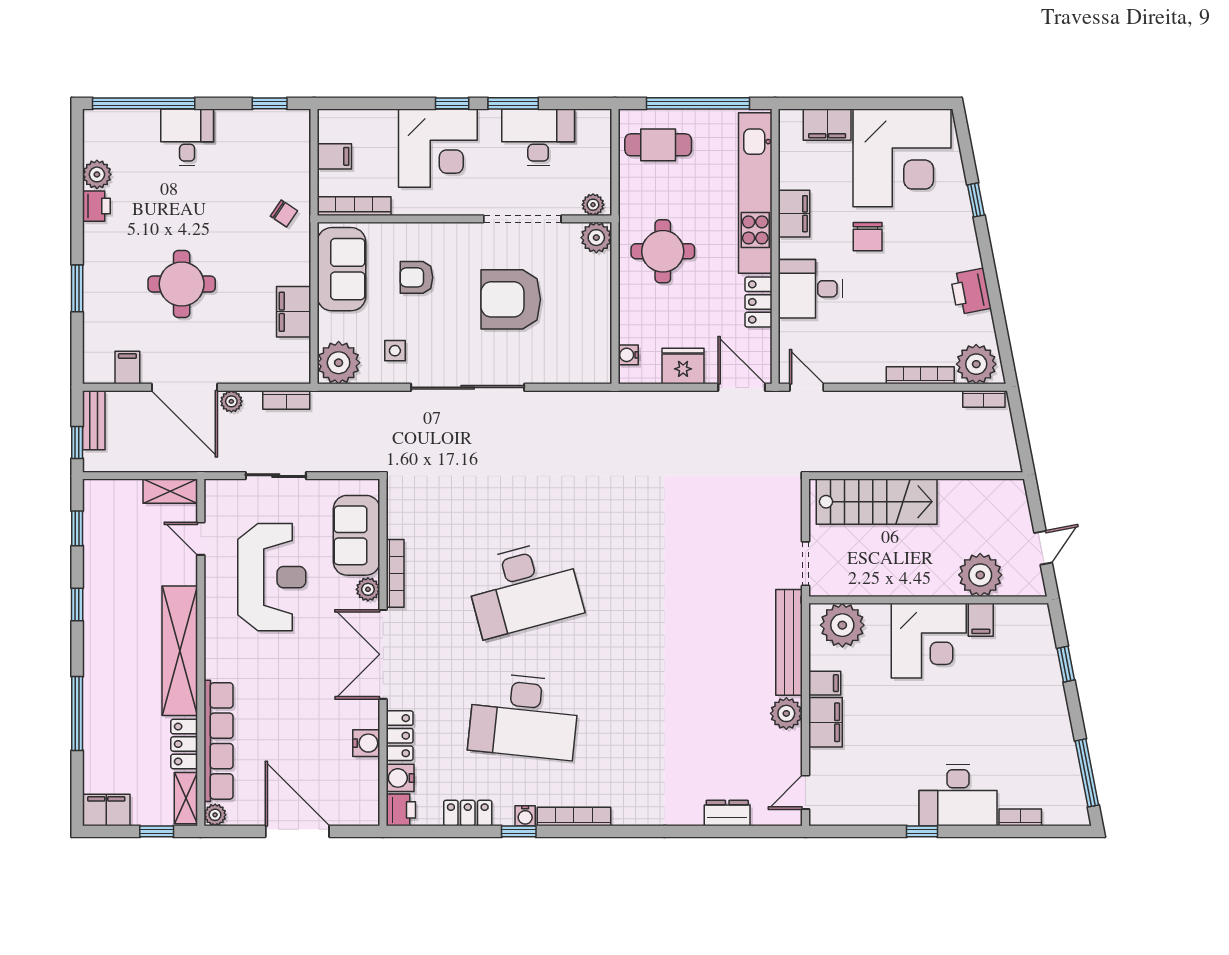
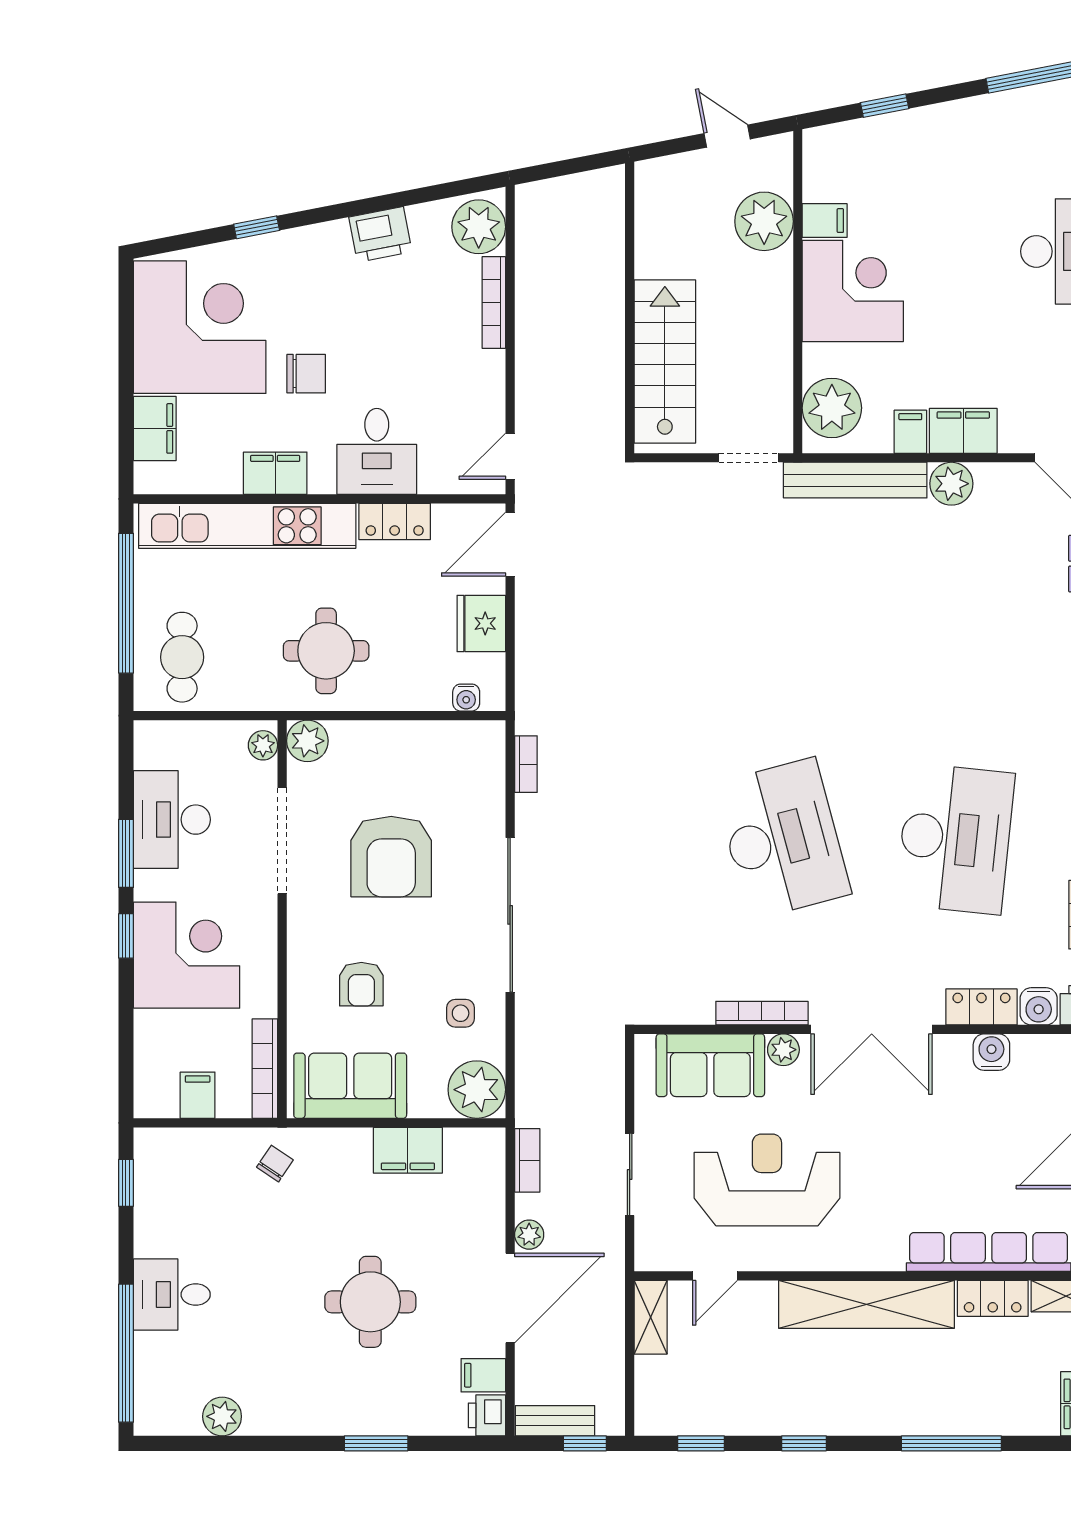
printer: (96, 206) -> (487, 1415), moved, turned -90
bookcase: (984, 399) -> (526, 764), moved

